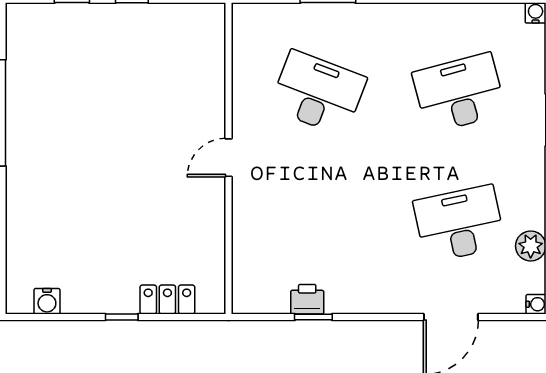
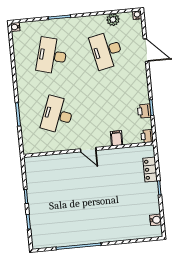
desk: (459, 93) -> (52, 56), turned 30
filing cabinet: (249, 227) -> (117, 138), added
printer: (247, 300) -> (147, 136), added

